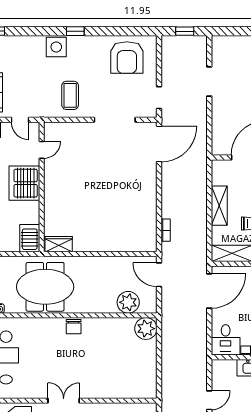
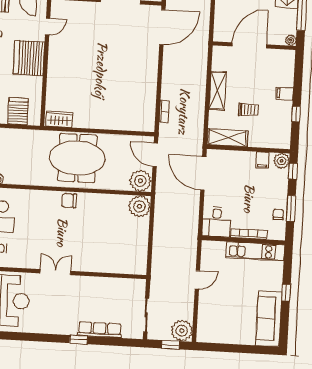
server rack: (30, 238) -> (18, 111), moved
meeting table: (45, 287) -> (77, 158), moved
door: (209, 291) -> (203, 173), swing flipped
plant: (128, 302) -> (140, 181), moved
chair: (74, 327) -> (69, 201), turned 90

